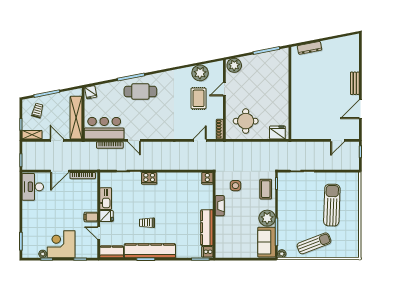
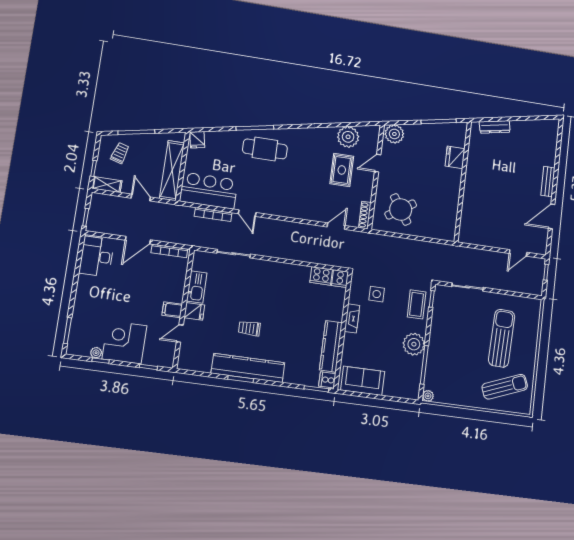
round table: (246, 121) -> (401, 209), turned -33
fridge: (277, 133) -> (455, 157), moved, turned -90
cooker: (149, 178) -> (321, 276), moved
door: (99, 233) -> (180, 334), hinge flipped
sofa: (267, 242) -> (363, 381), moved, turned 90
sun lounger: (314, 243) -> (505, 387), moved
kitchen counter: (112, 252) -> (194, 363), removed

